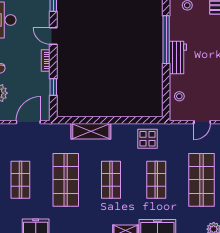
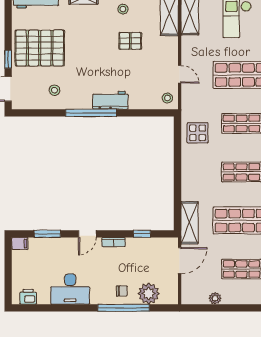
stool: (179, 96) -> (167, 98), moved
door: (28, 122) -> (180, 261), swing flipped
shelving: (91, 131) -> (190, 223), moved

